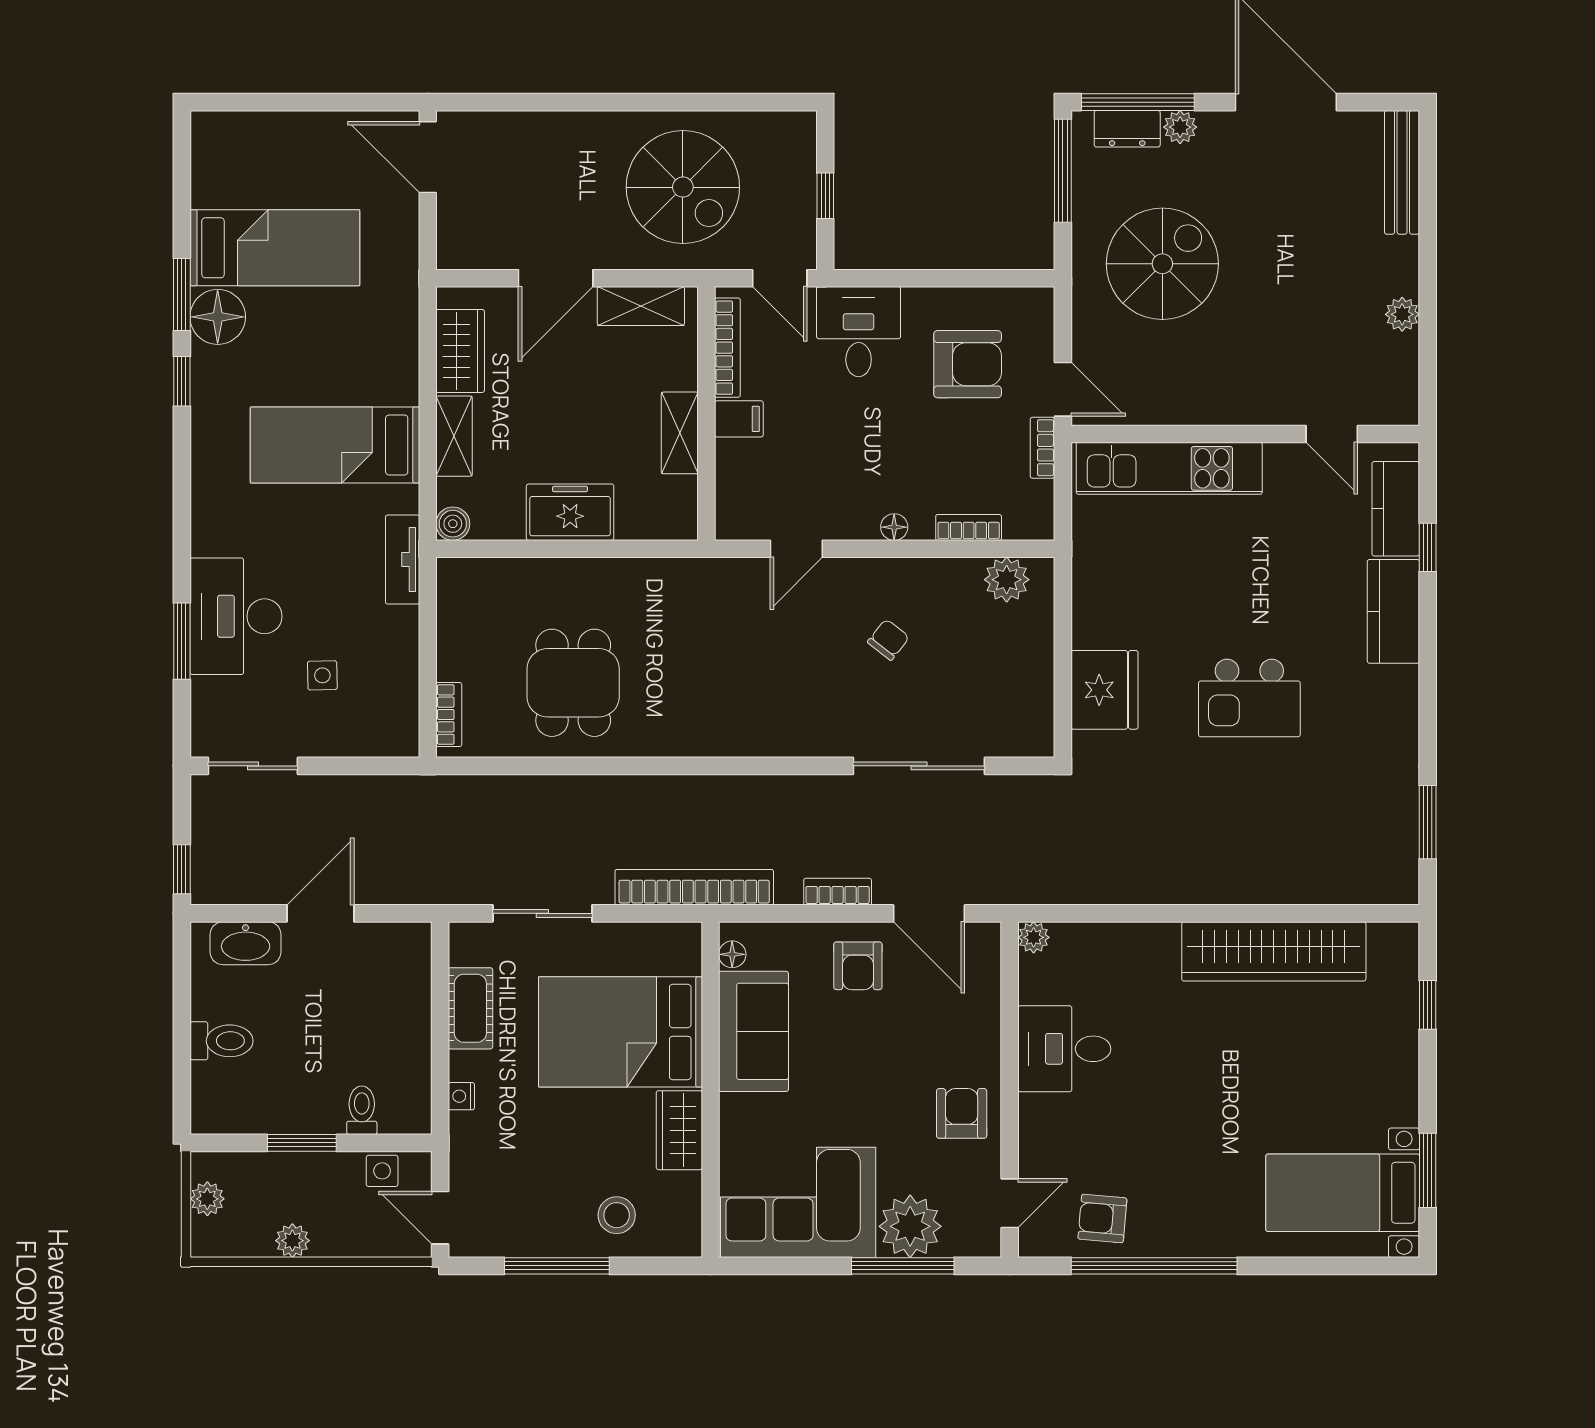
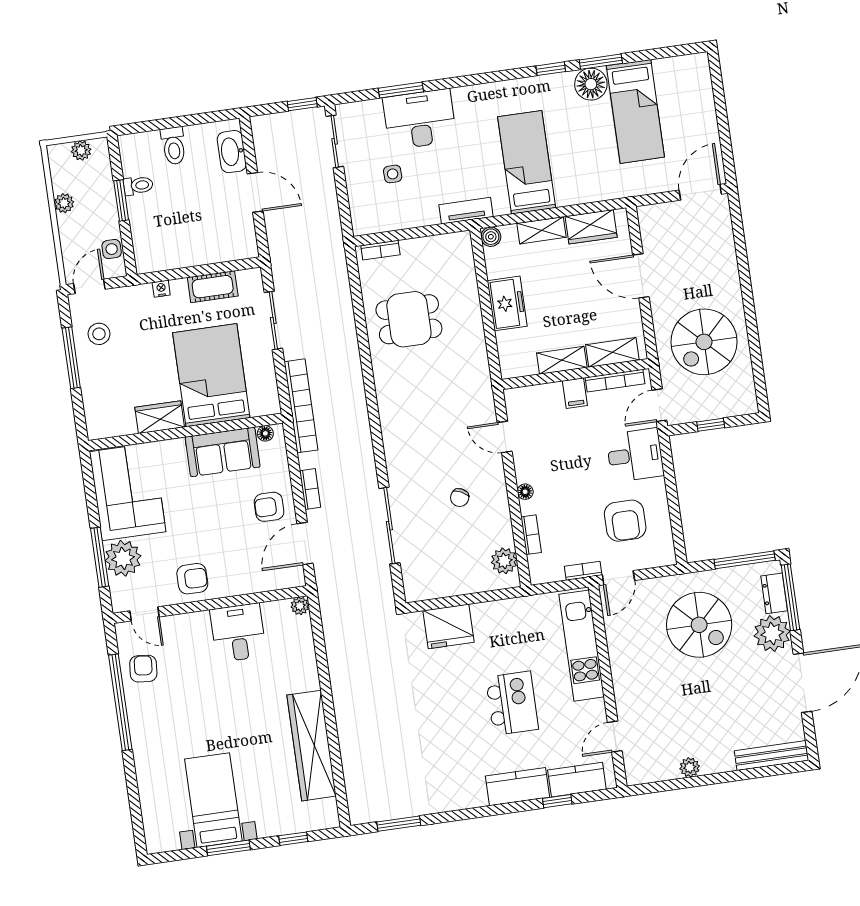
plant: (1180, 127) -> (772, 634), width x1.88, depth x1.88
shelving: (641, 306) -> (612, 352), moved, turned 90
chair: (888, 640) -> (460, 498), turned 78
kitchen island: (1249, 698) -> (512, 703), moved, turned 180
window: (182, 869) -> (302, 104), moved
toilet: (362, 1110) -> (138, 185), moved
window: (1428, 1170) -> (228, 848), moved
bed with nightstands: (1343, 1193) -> (213, 800), moved
stool: (617, 1215) -> (99, 334), moved

